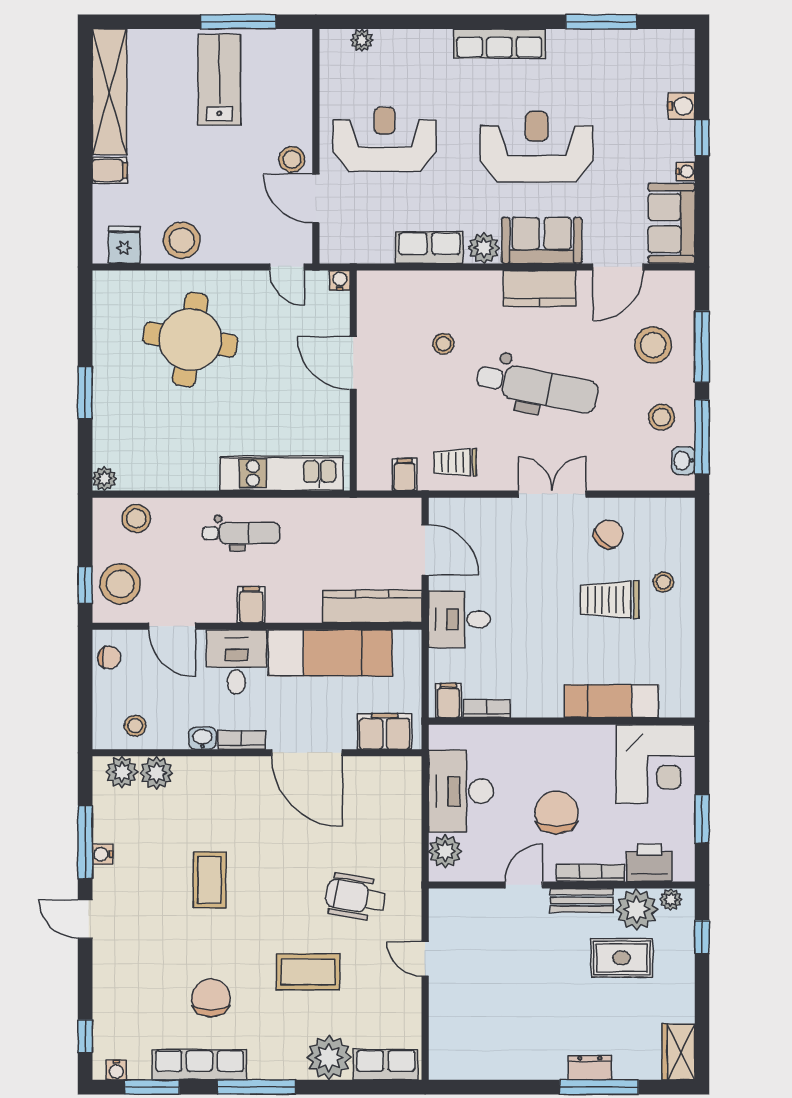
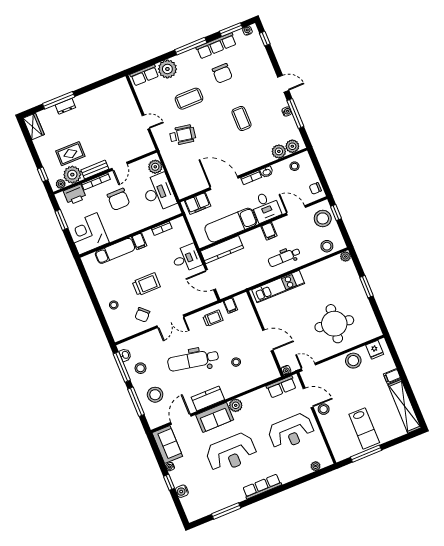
row of seats: (429, 247) -> (281, 387), moved
trolley: (610, 600) -> (146, 284), moved
filing cabinet: (448, 700) -> (139, 241), moved

